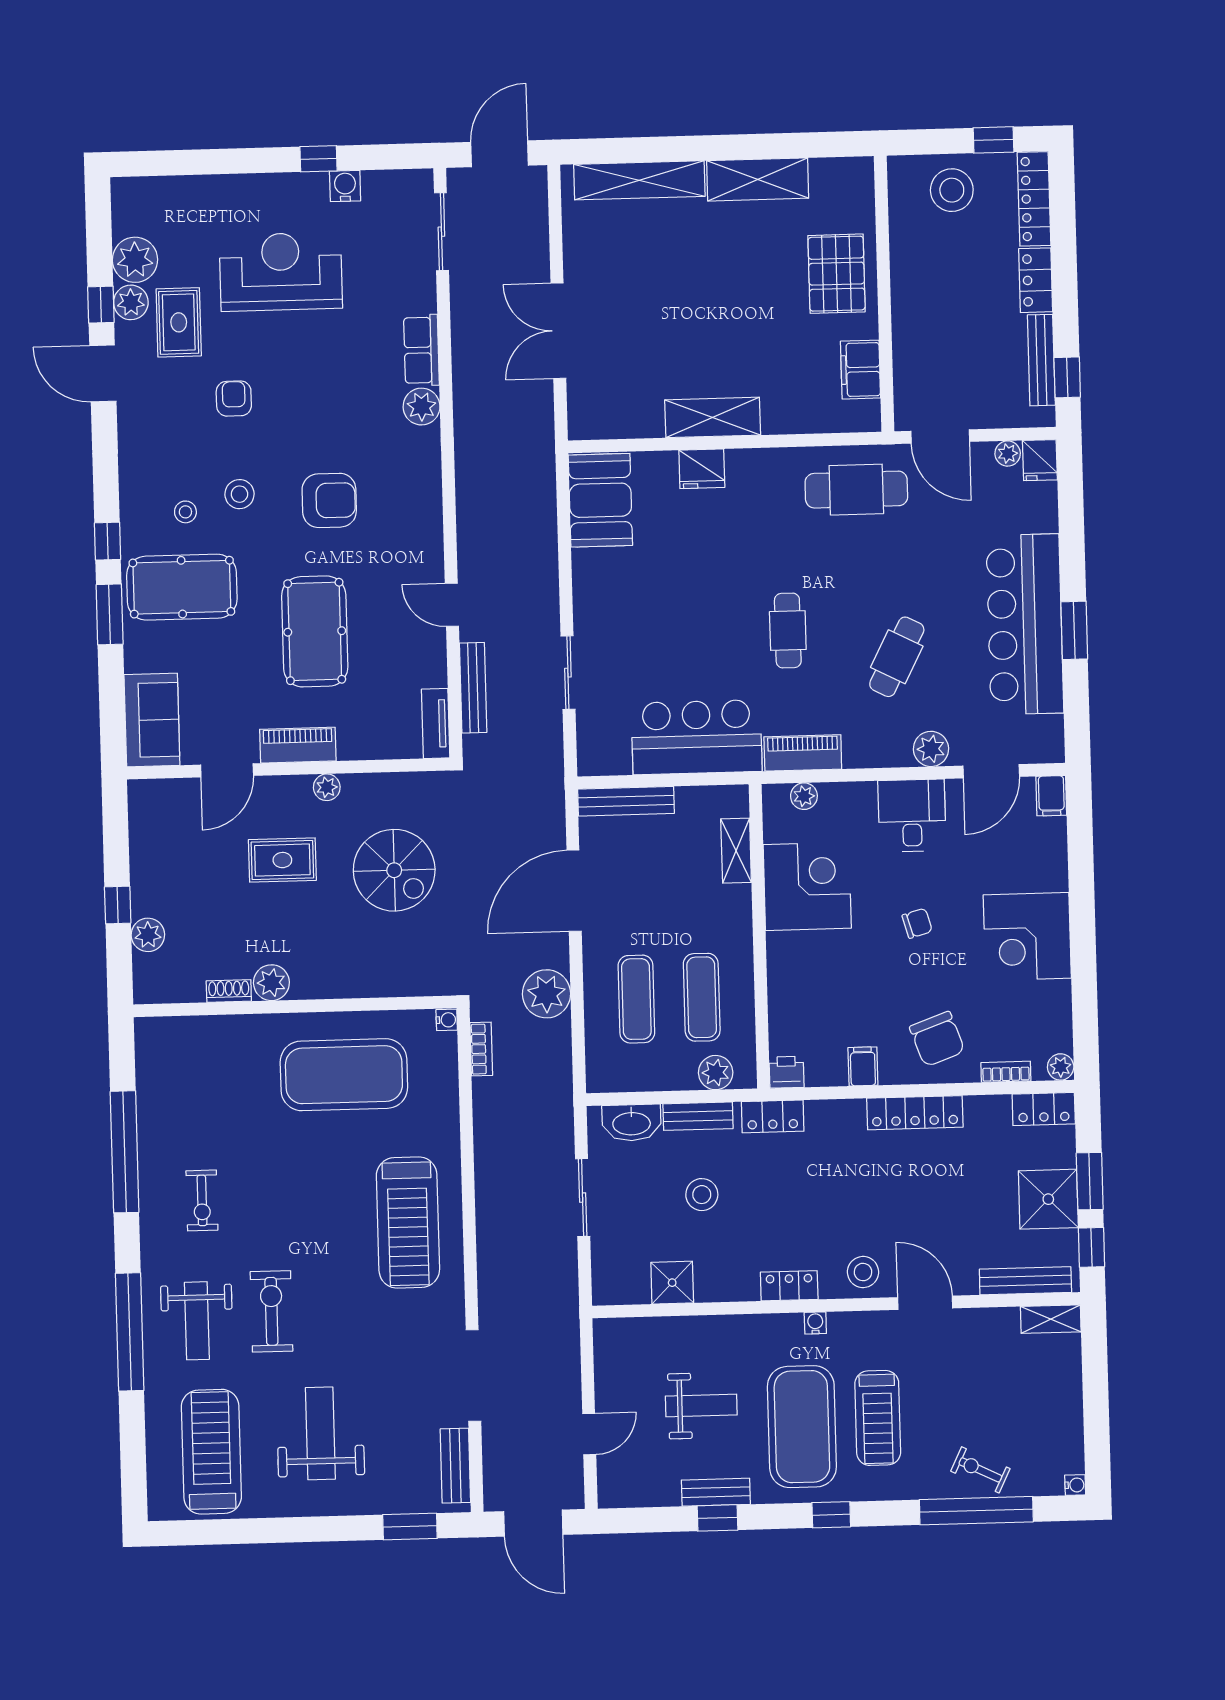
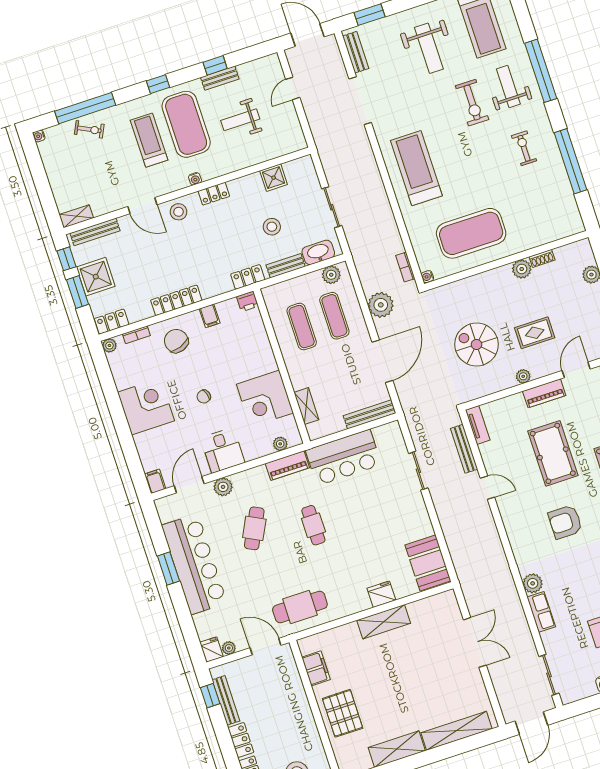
plant: (716, 1073) -> (331, 275), moved

